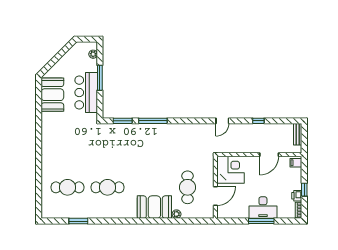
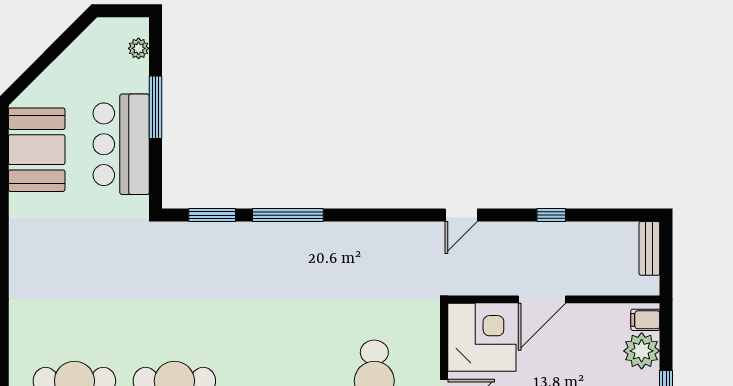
door: (269, 155) -> (542, 299), moved
plant: (294, 175) -> (642, 351), added

